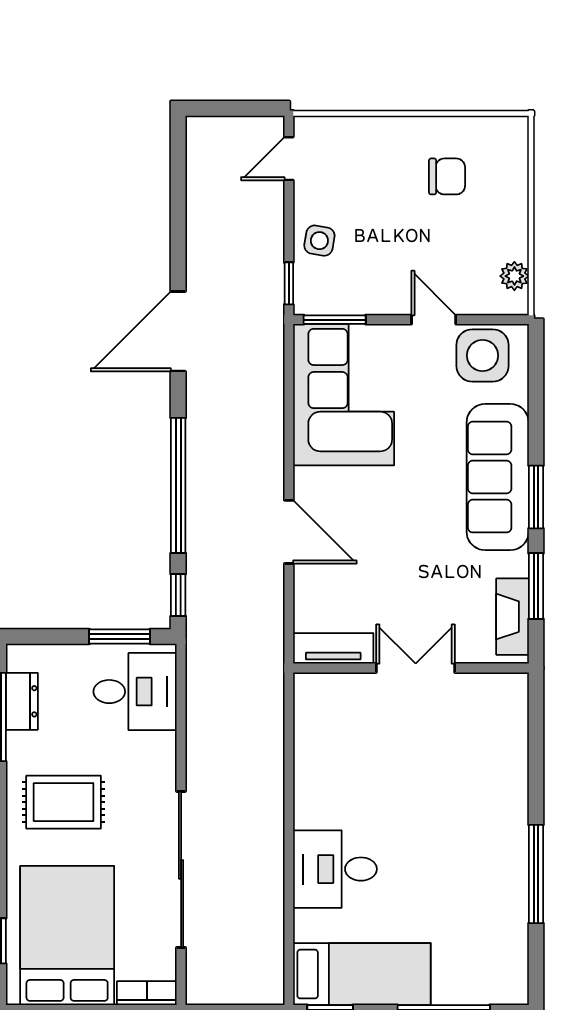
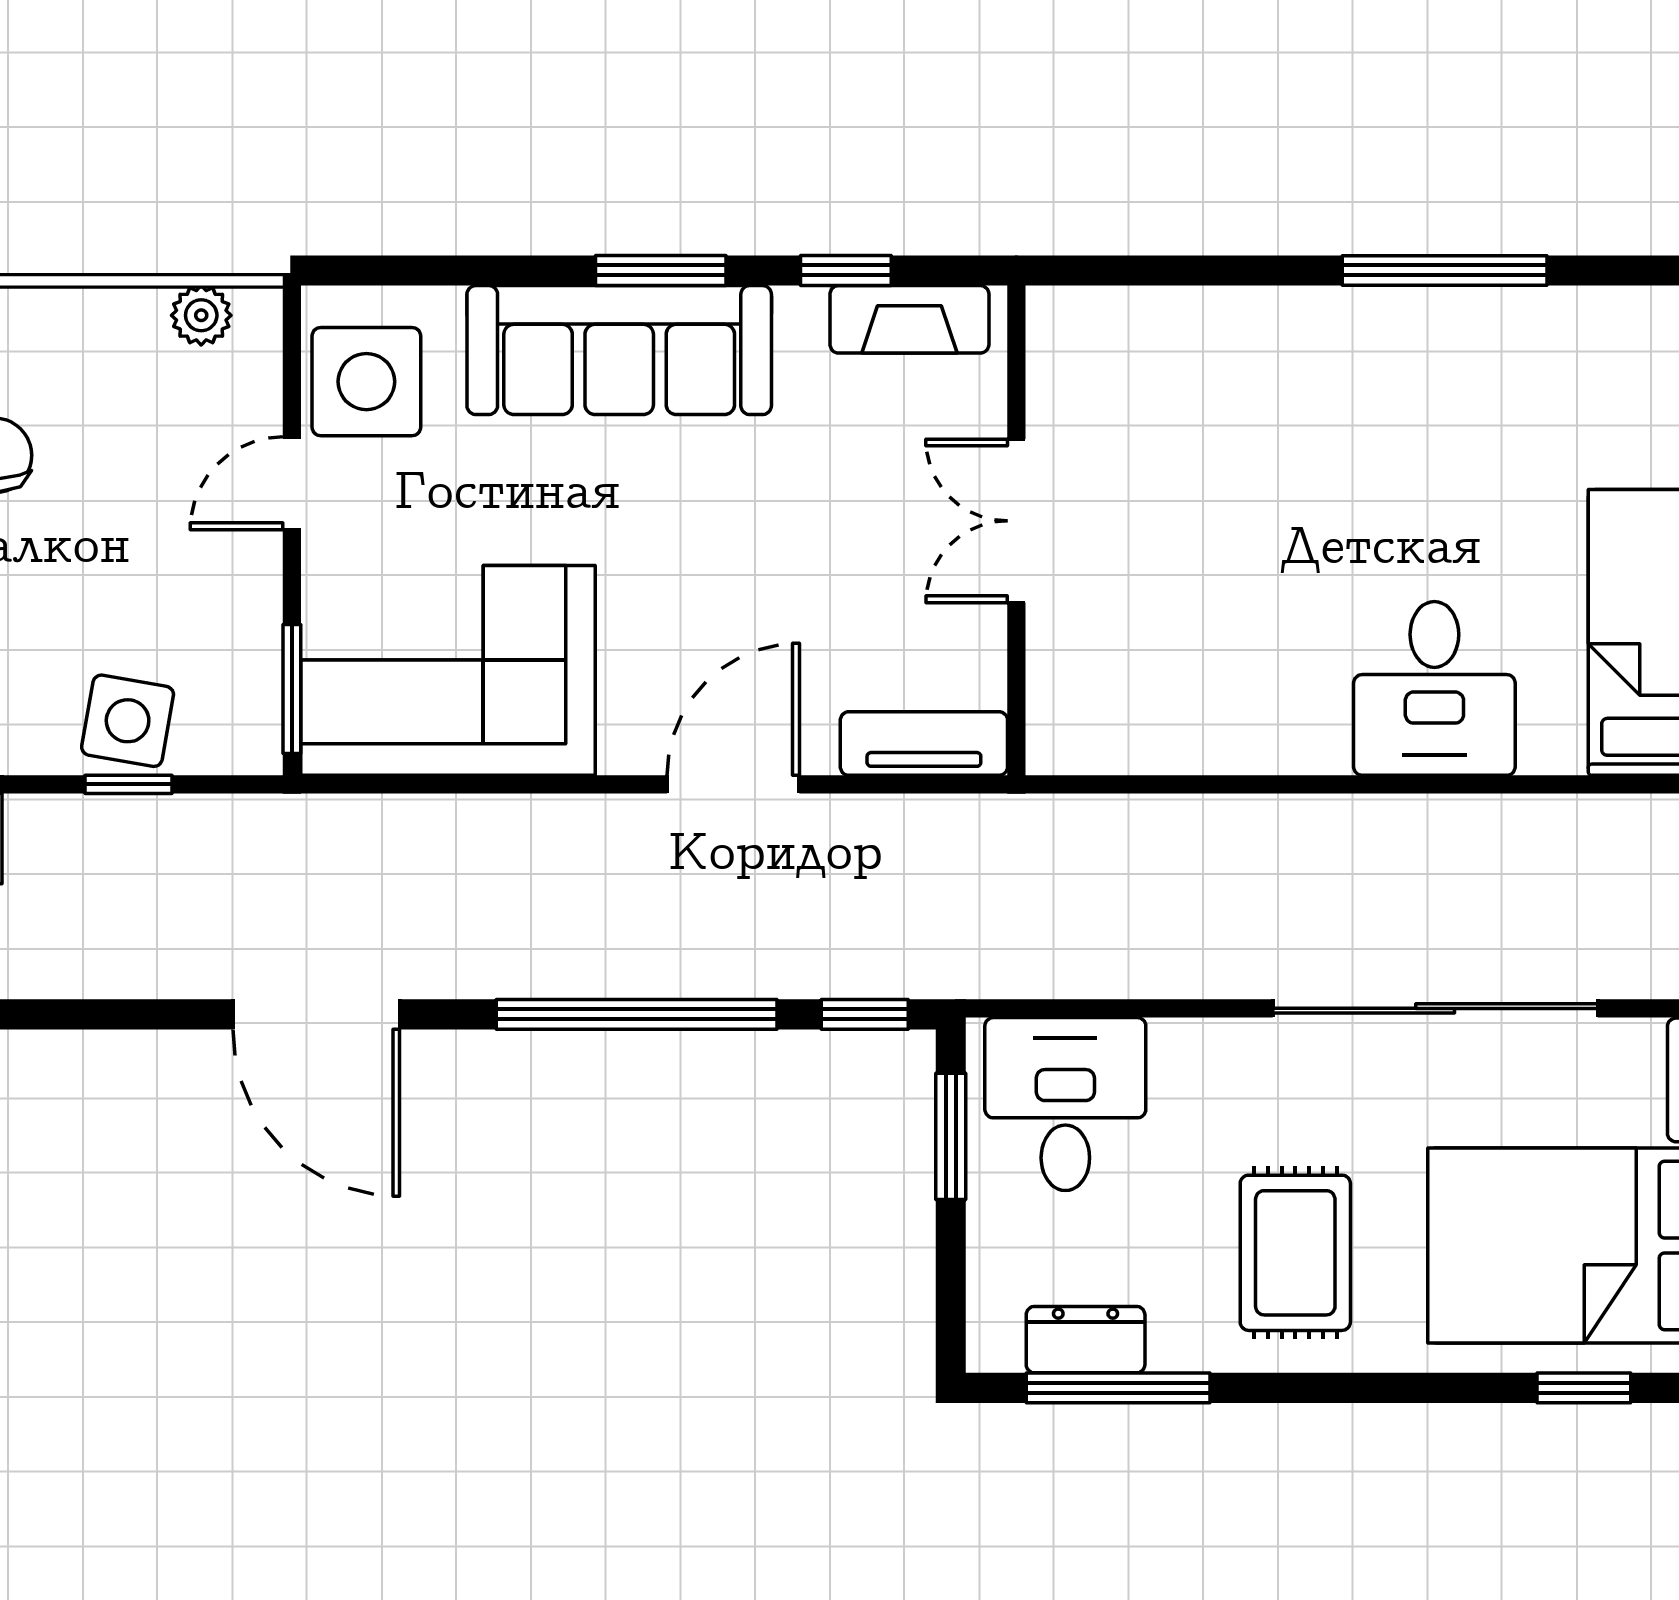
side table: (319, 241) -> (128, 721), width x1.37, depth x1.37
window: (289, 283) -> (128, 784), moved
window: (536, 586) -> (846, 270), width x0.67
tv unit: (333, 648) -> (924, 744), moved, turned 90

